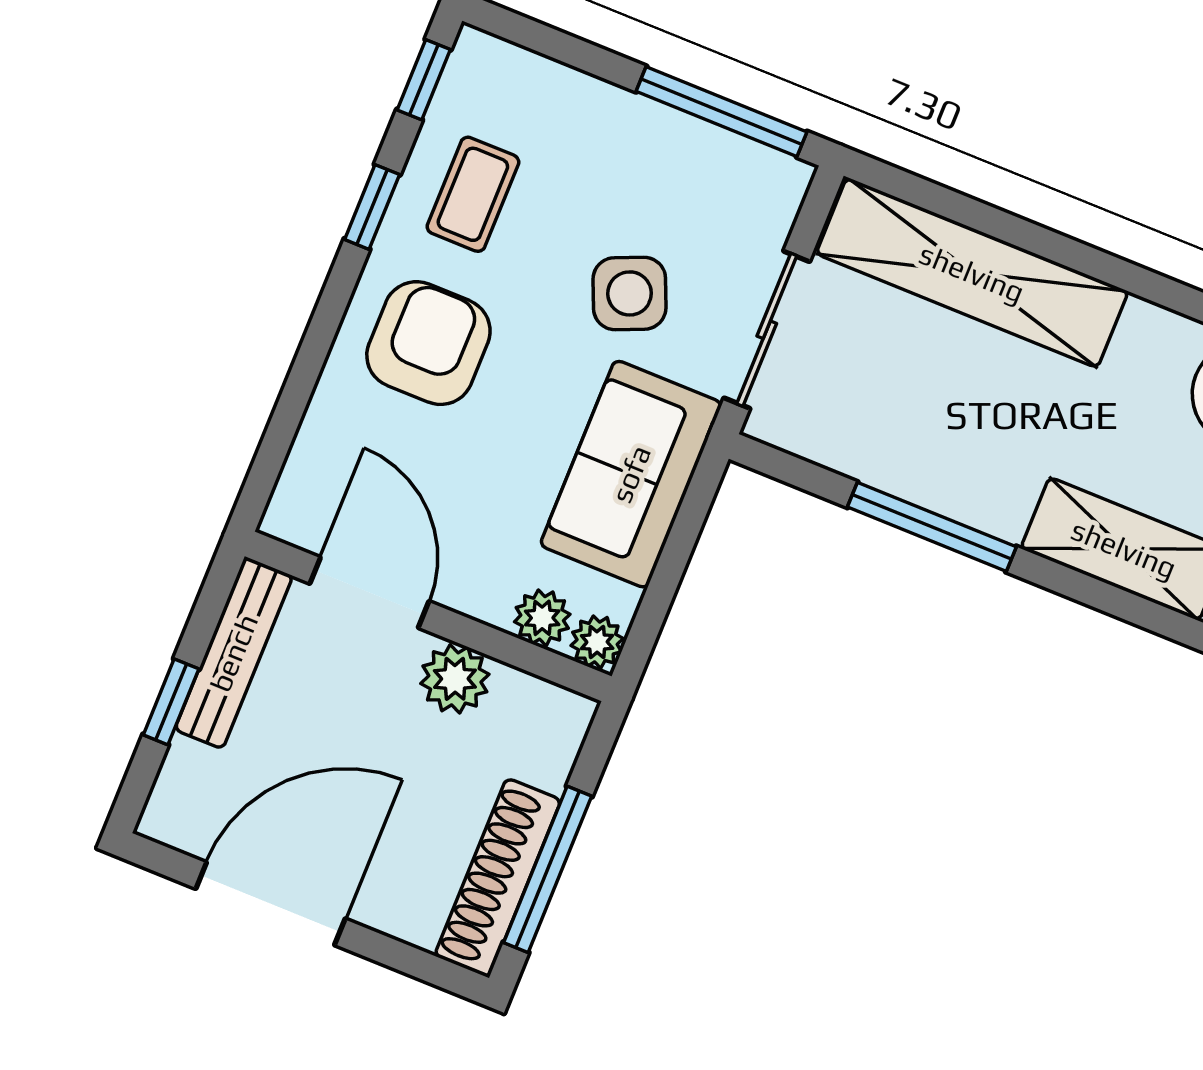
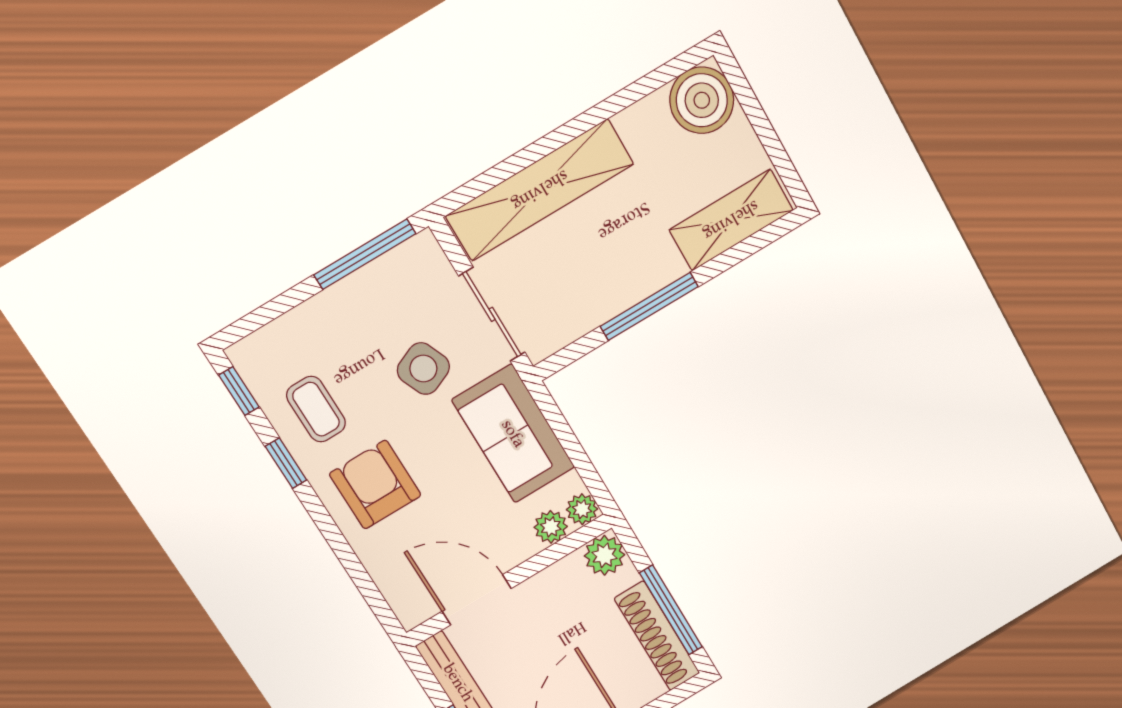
plant: (455, 679) -> (605, 555), moved

